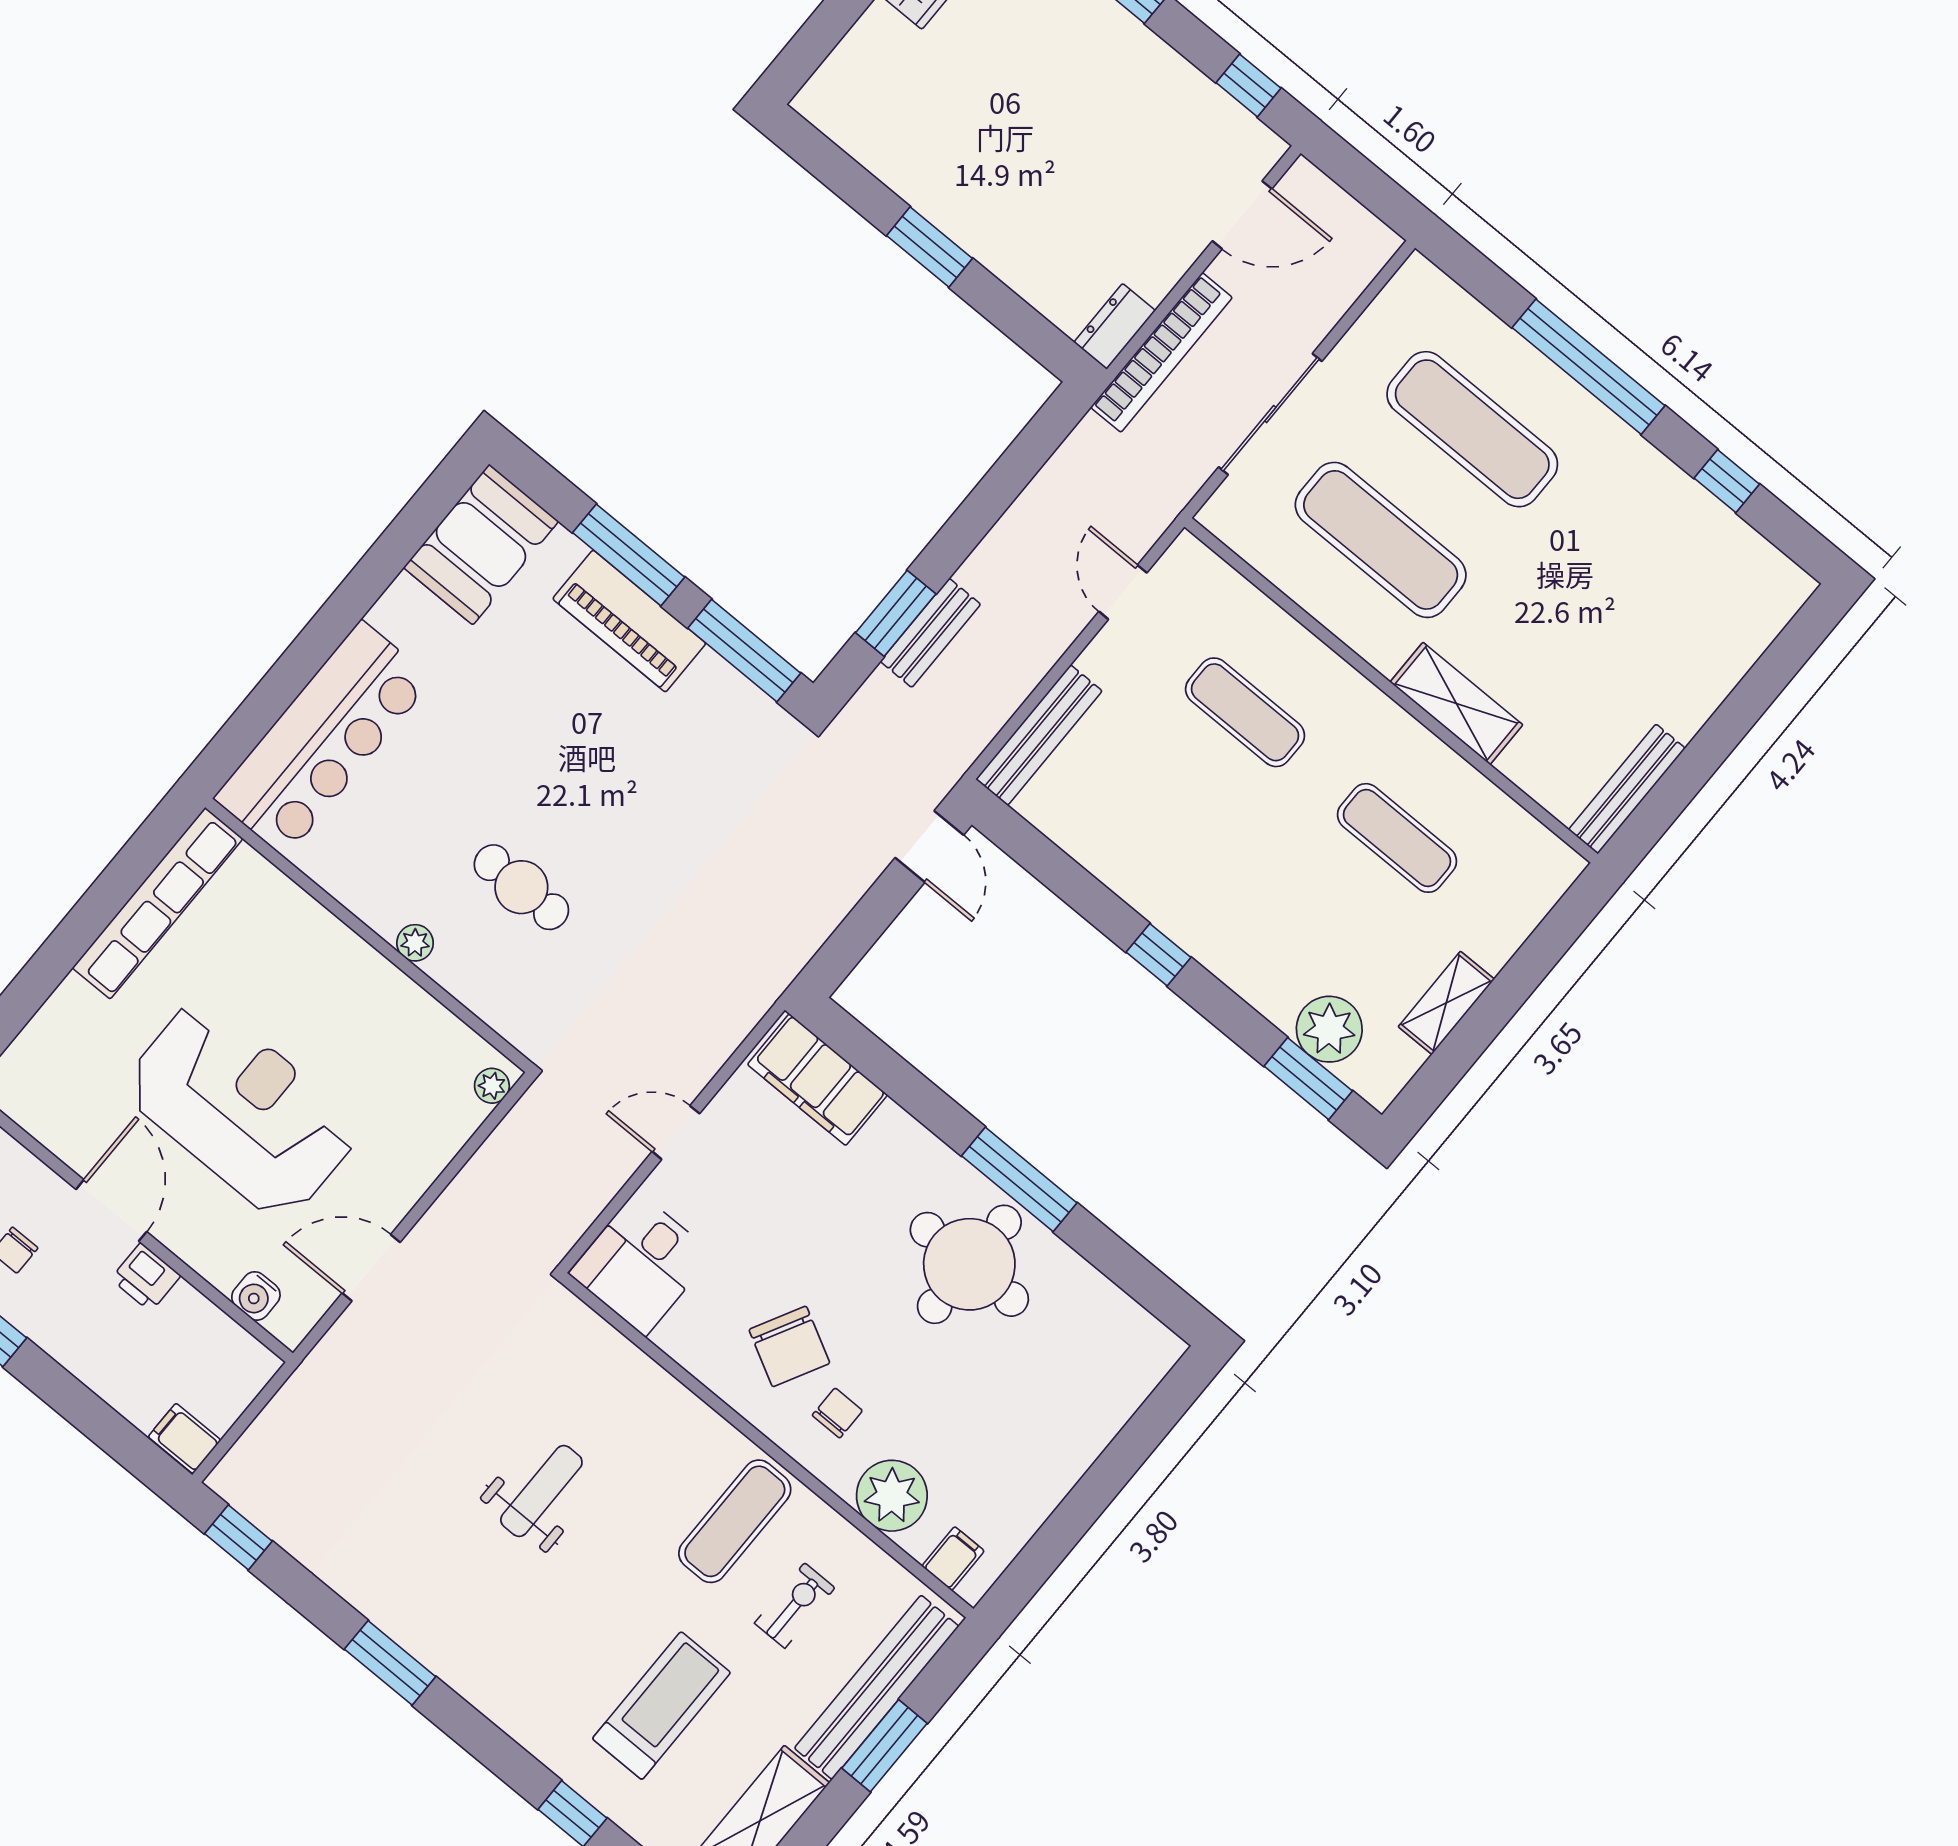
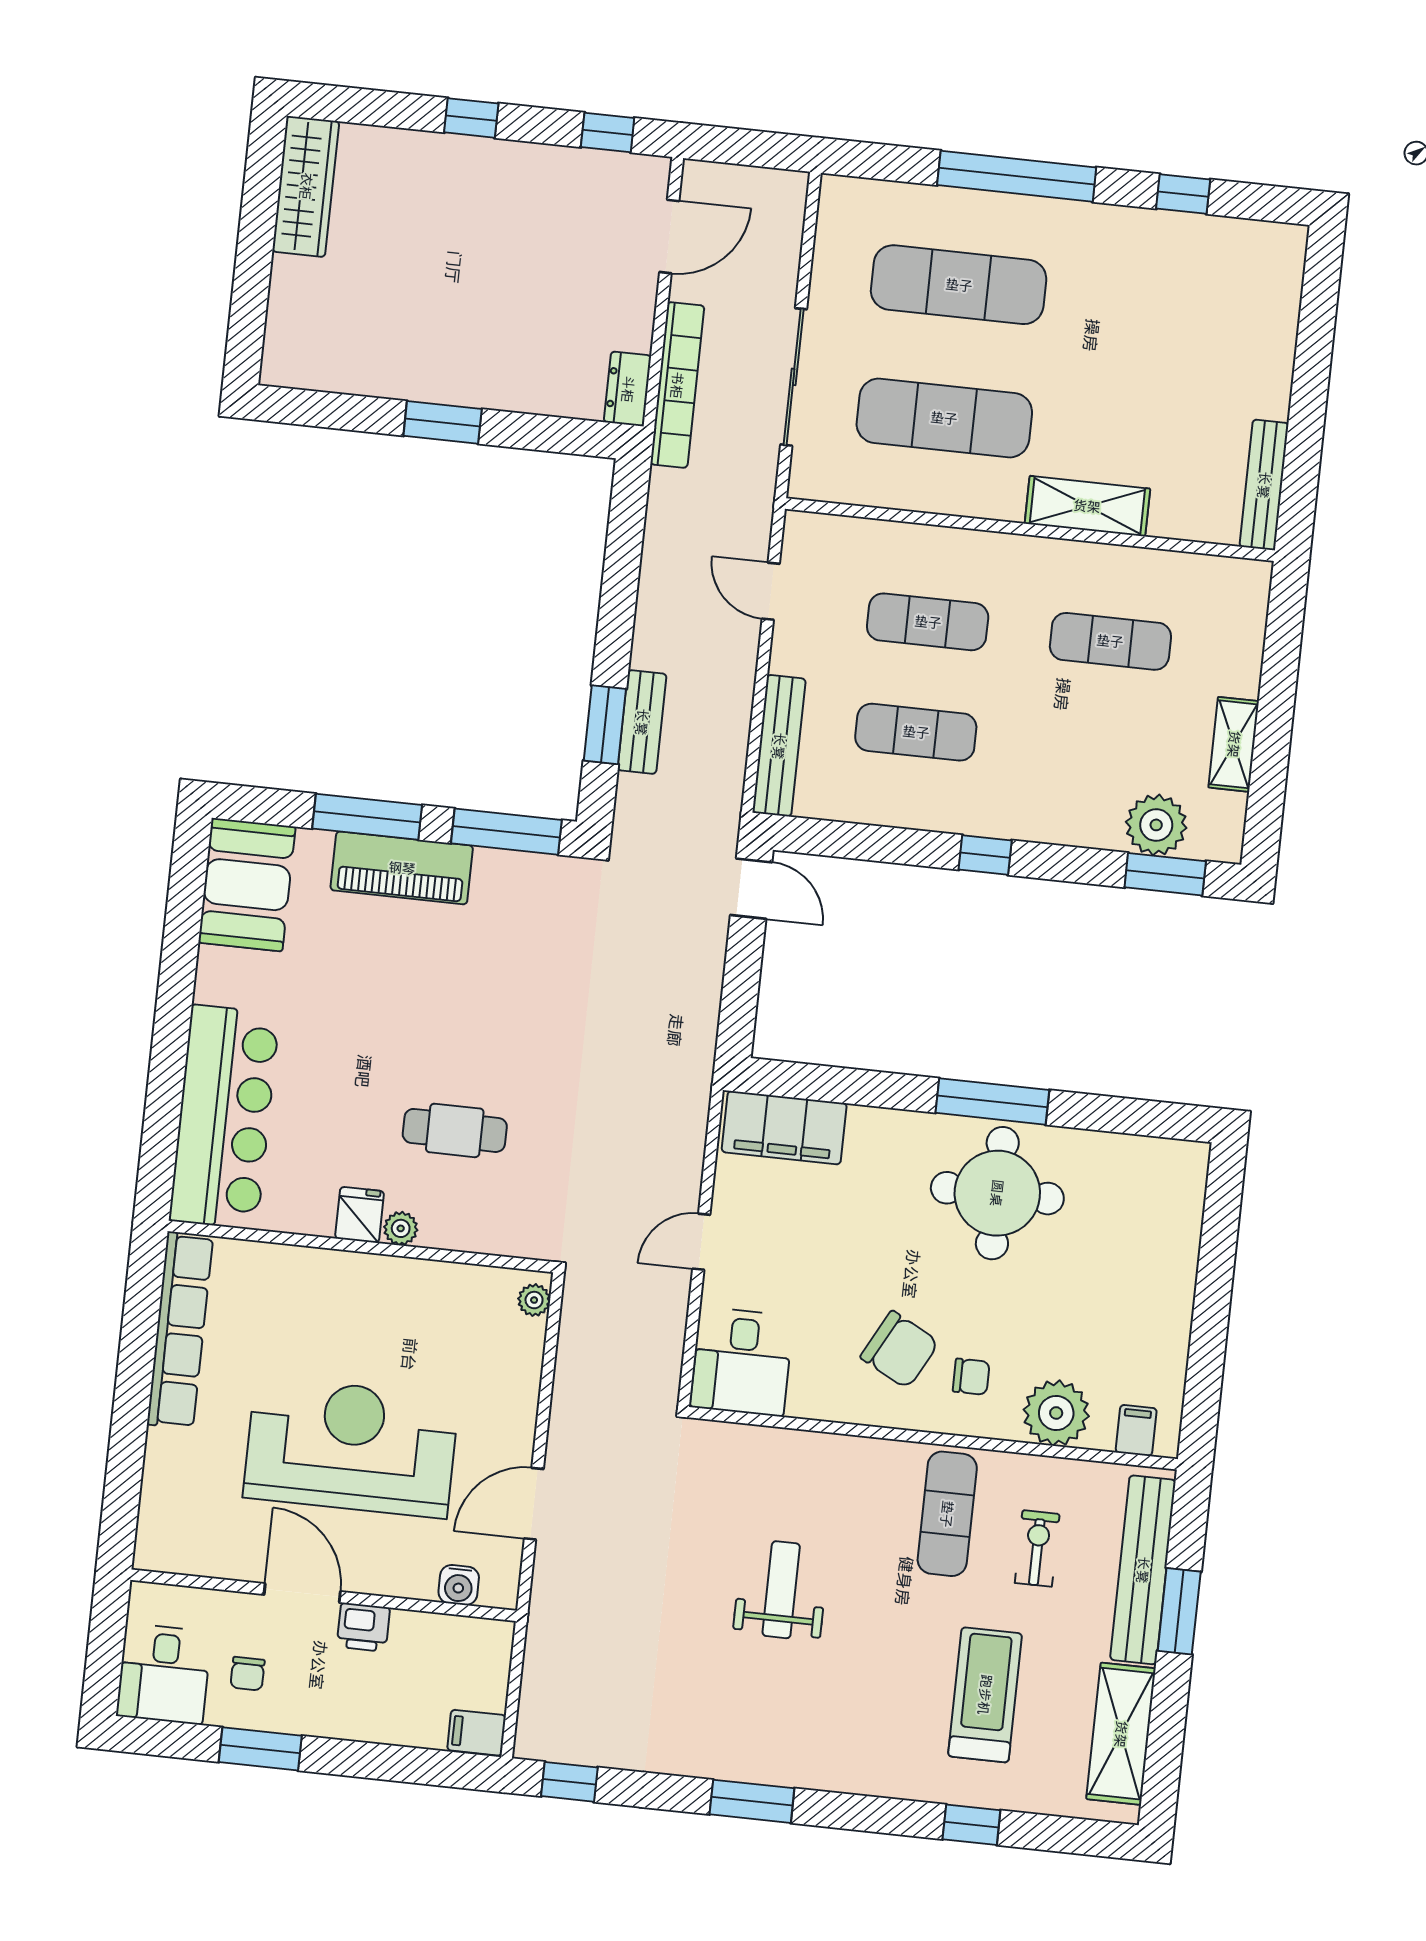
exercise mat: (1169, 804) -> (916, 732), added
fridge: (386, 906) -> (360, 1215), added
chair: (837, 1413) -> (971, 1377), turned 90

